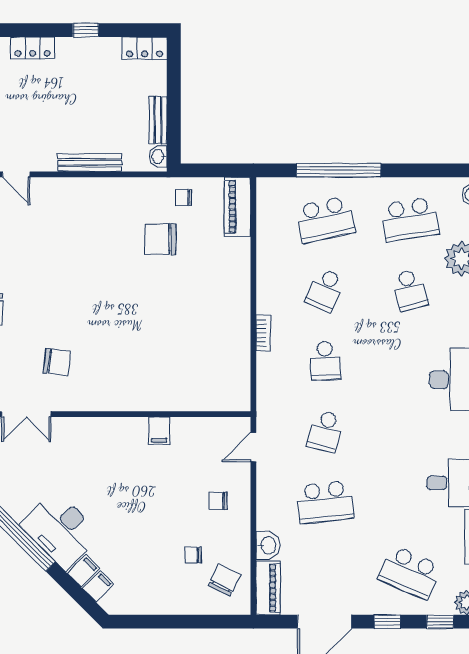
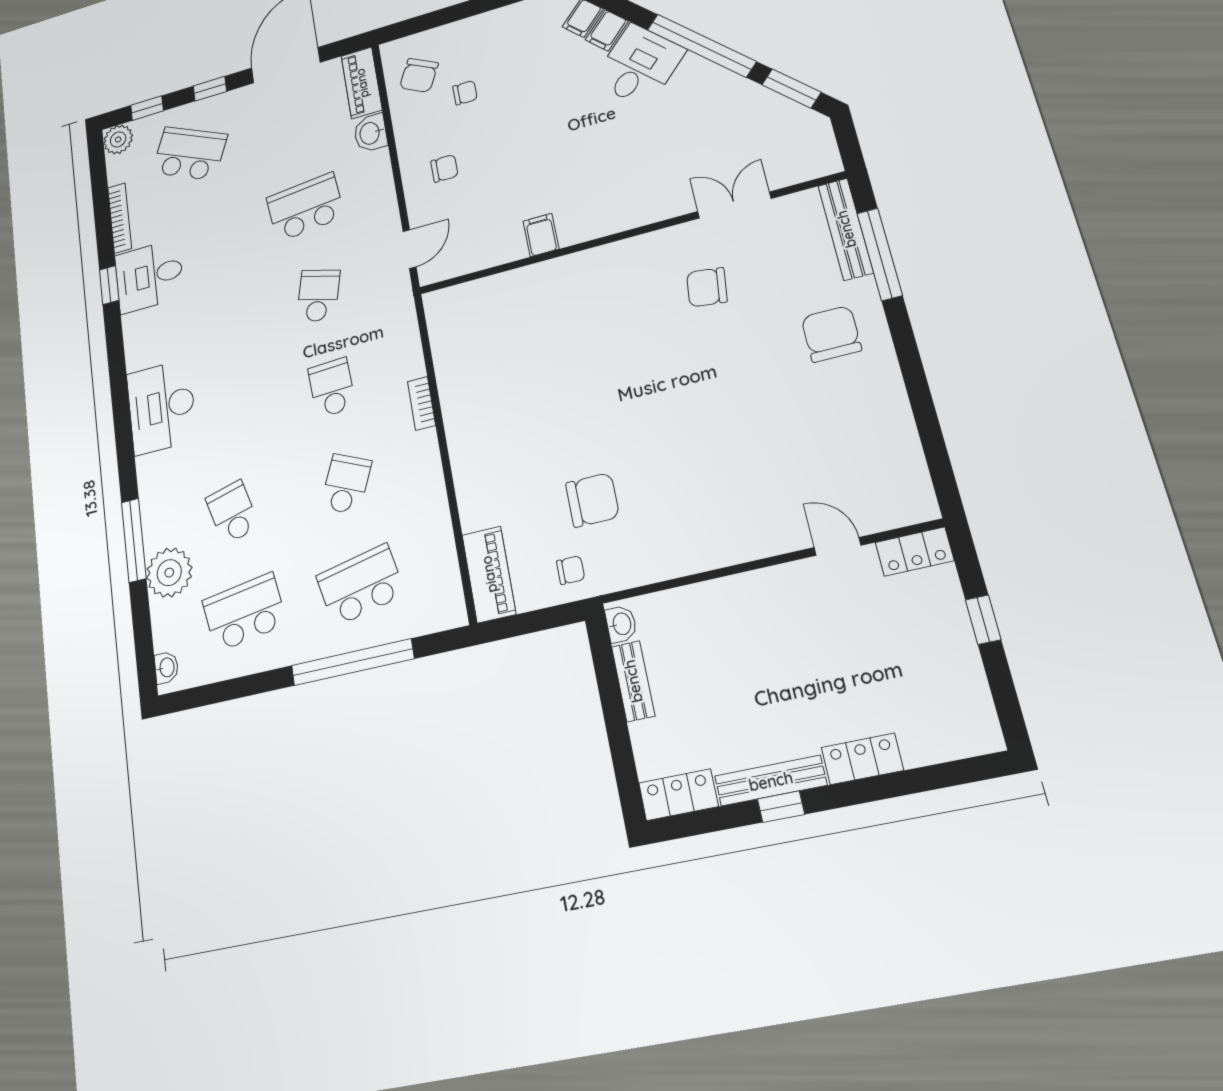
bench: (90, 163) -> (771, 781), moved
desk: (60, 530) -> (639, 66), width x0.73

